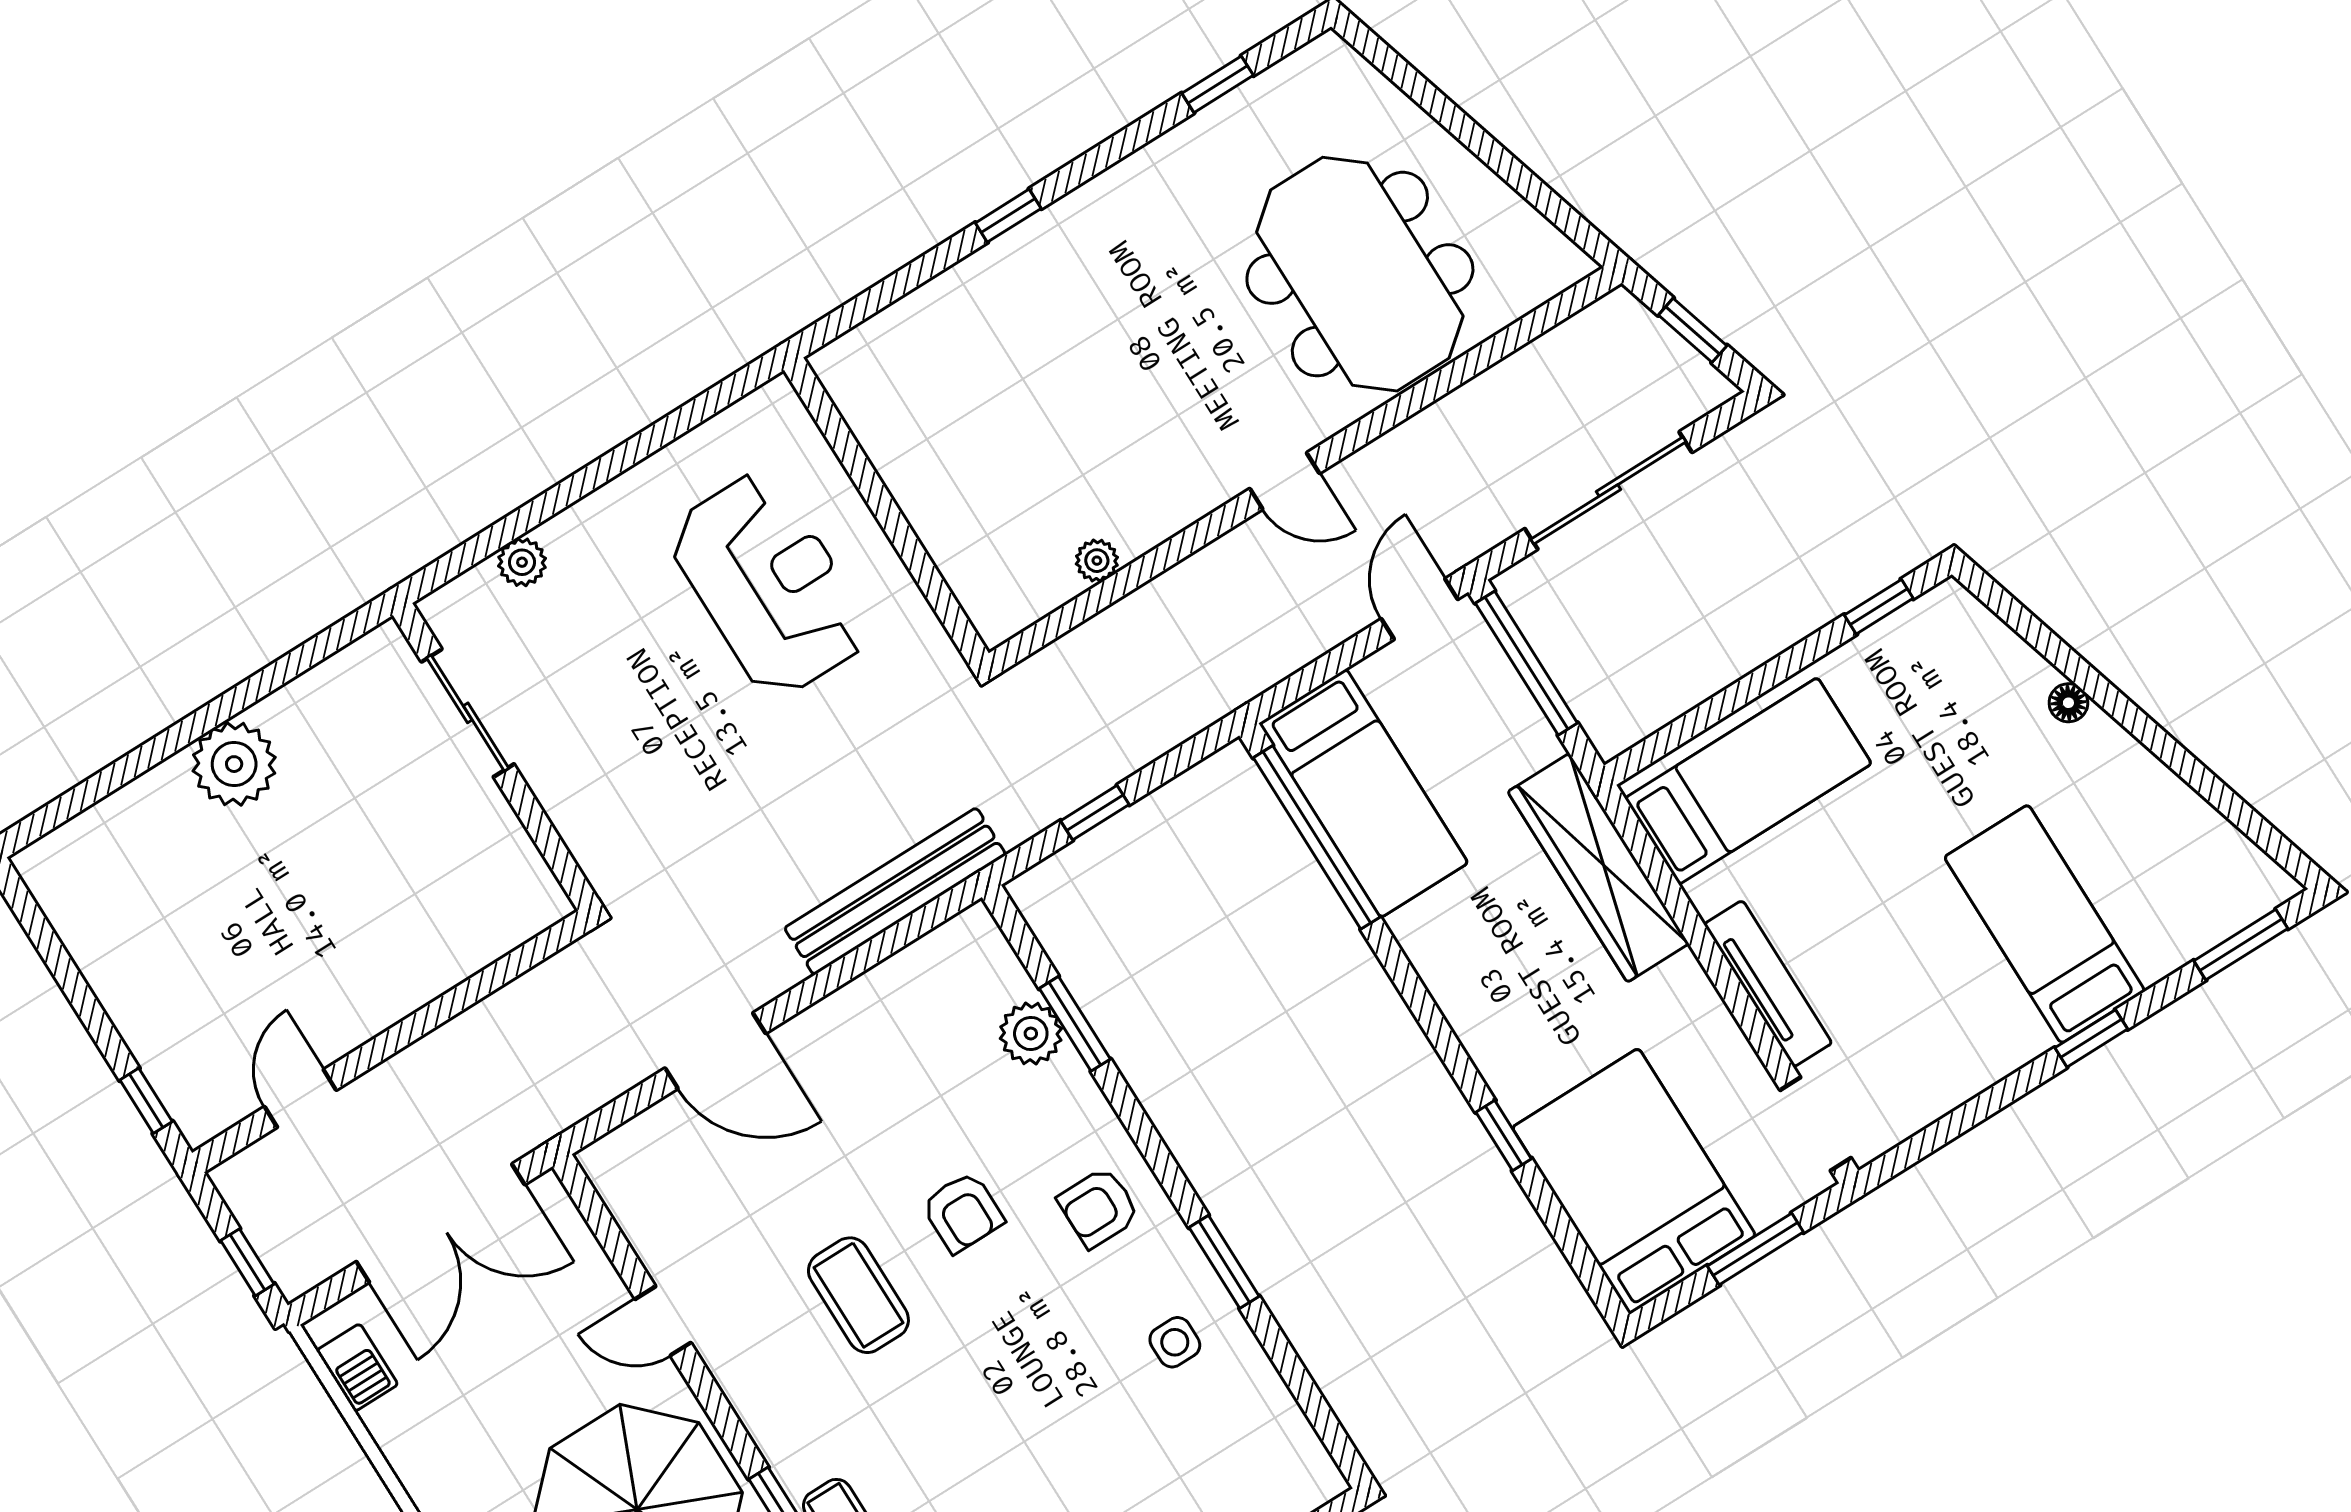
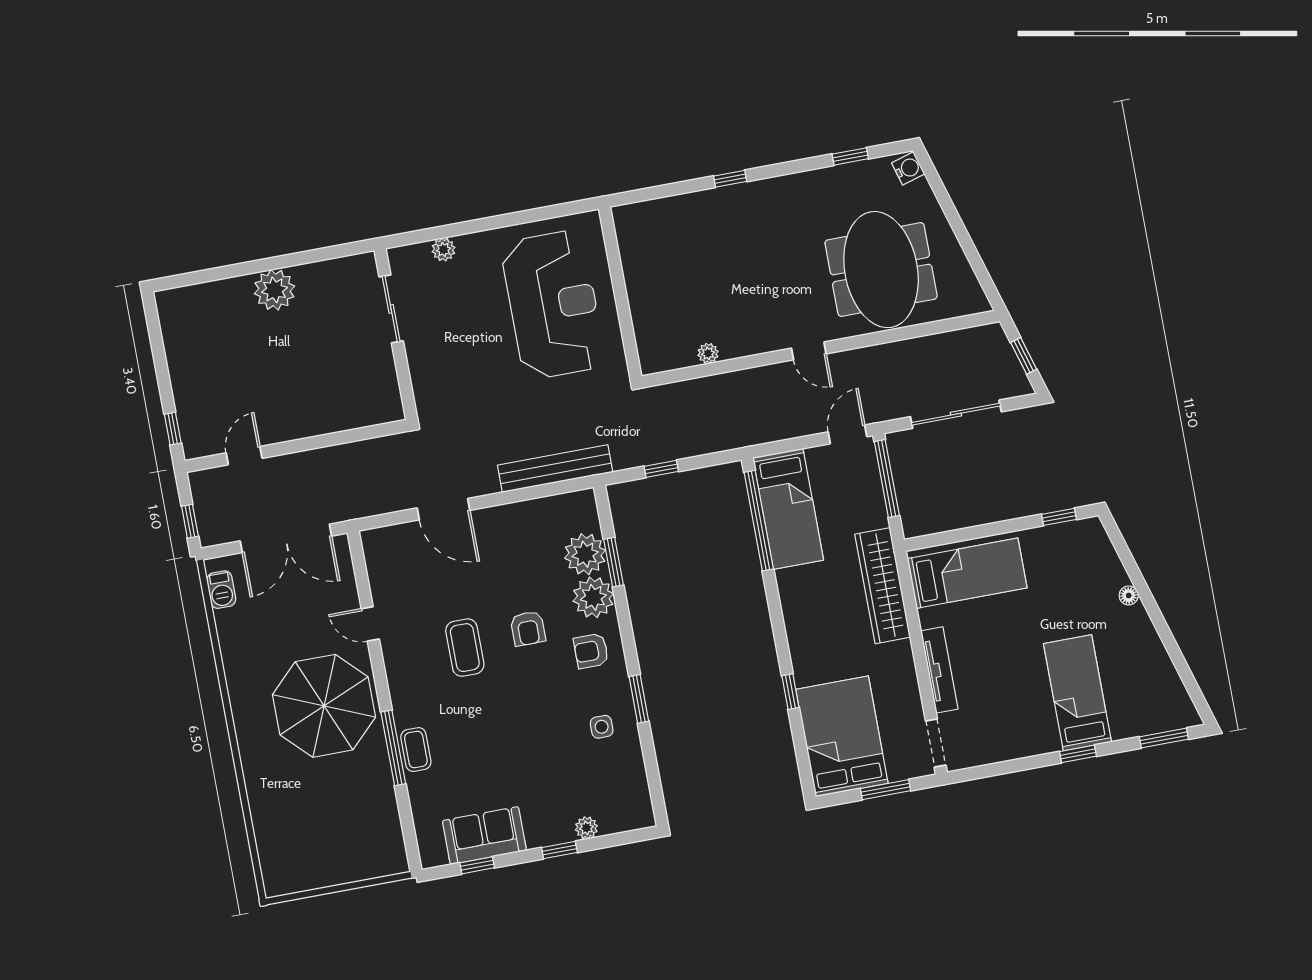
water cooler: (1336, 64) -> (908, 168), added
reception desk: (769, 584) -> (553, 305), width x1.36, depth x1.30
plant: (1031, 1033) -> (585, 554), width x1.36, depth x1.36
plant: (1063, 1105) -> (593, 597), added

